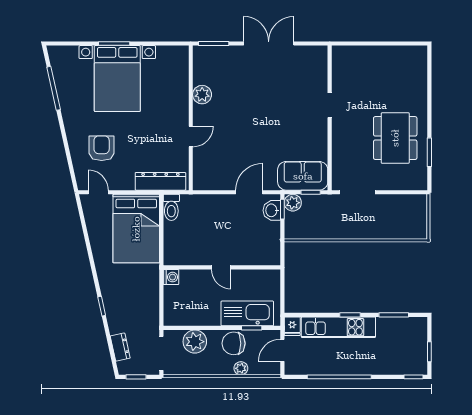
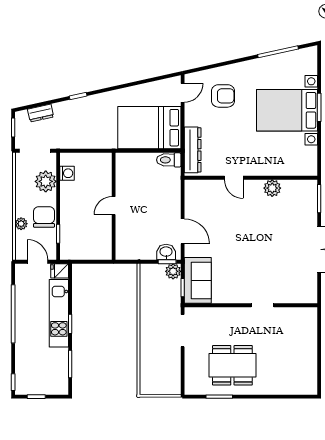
washing machine: (171, 277) -> (67, 173), moved, turned -90
kitchen sink: (247, 313) -> (71, 230), removed

